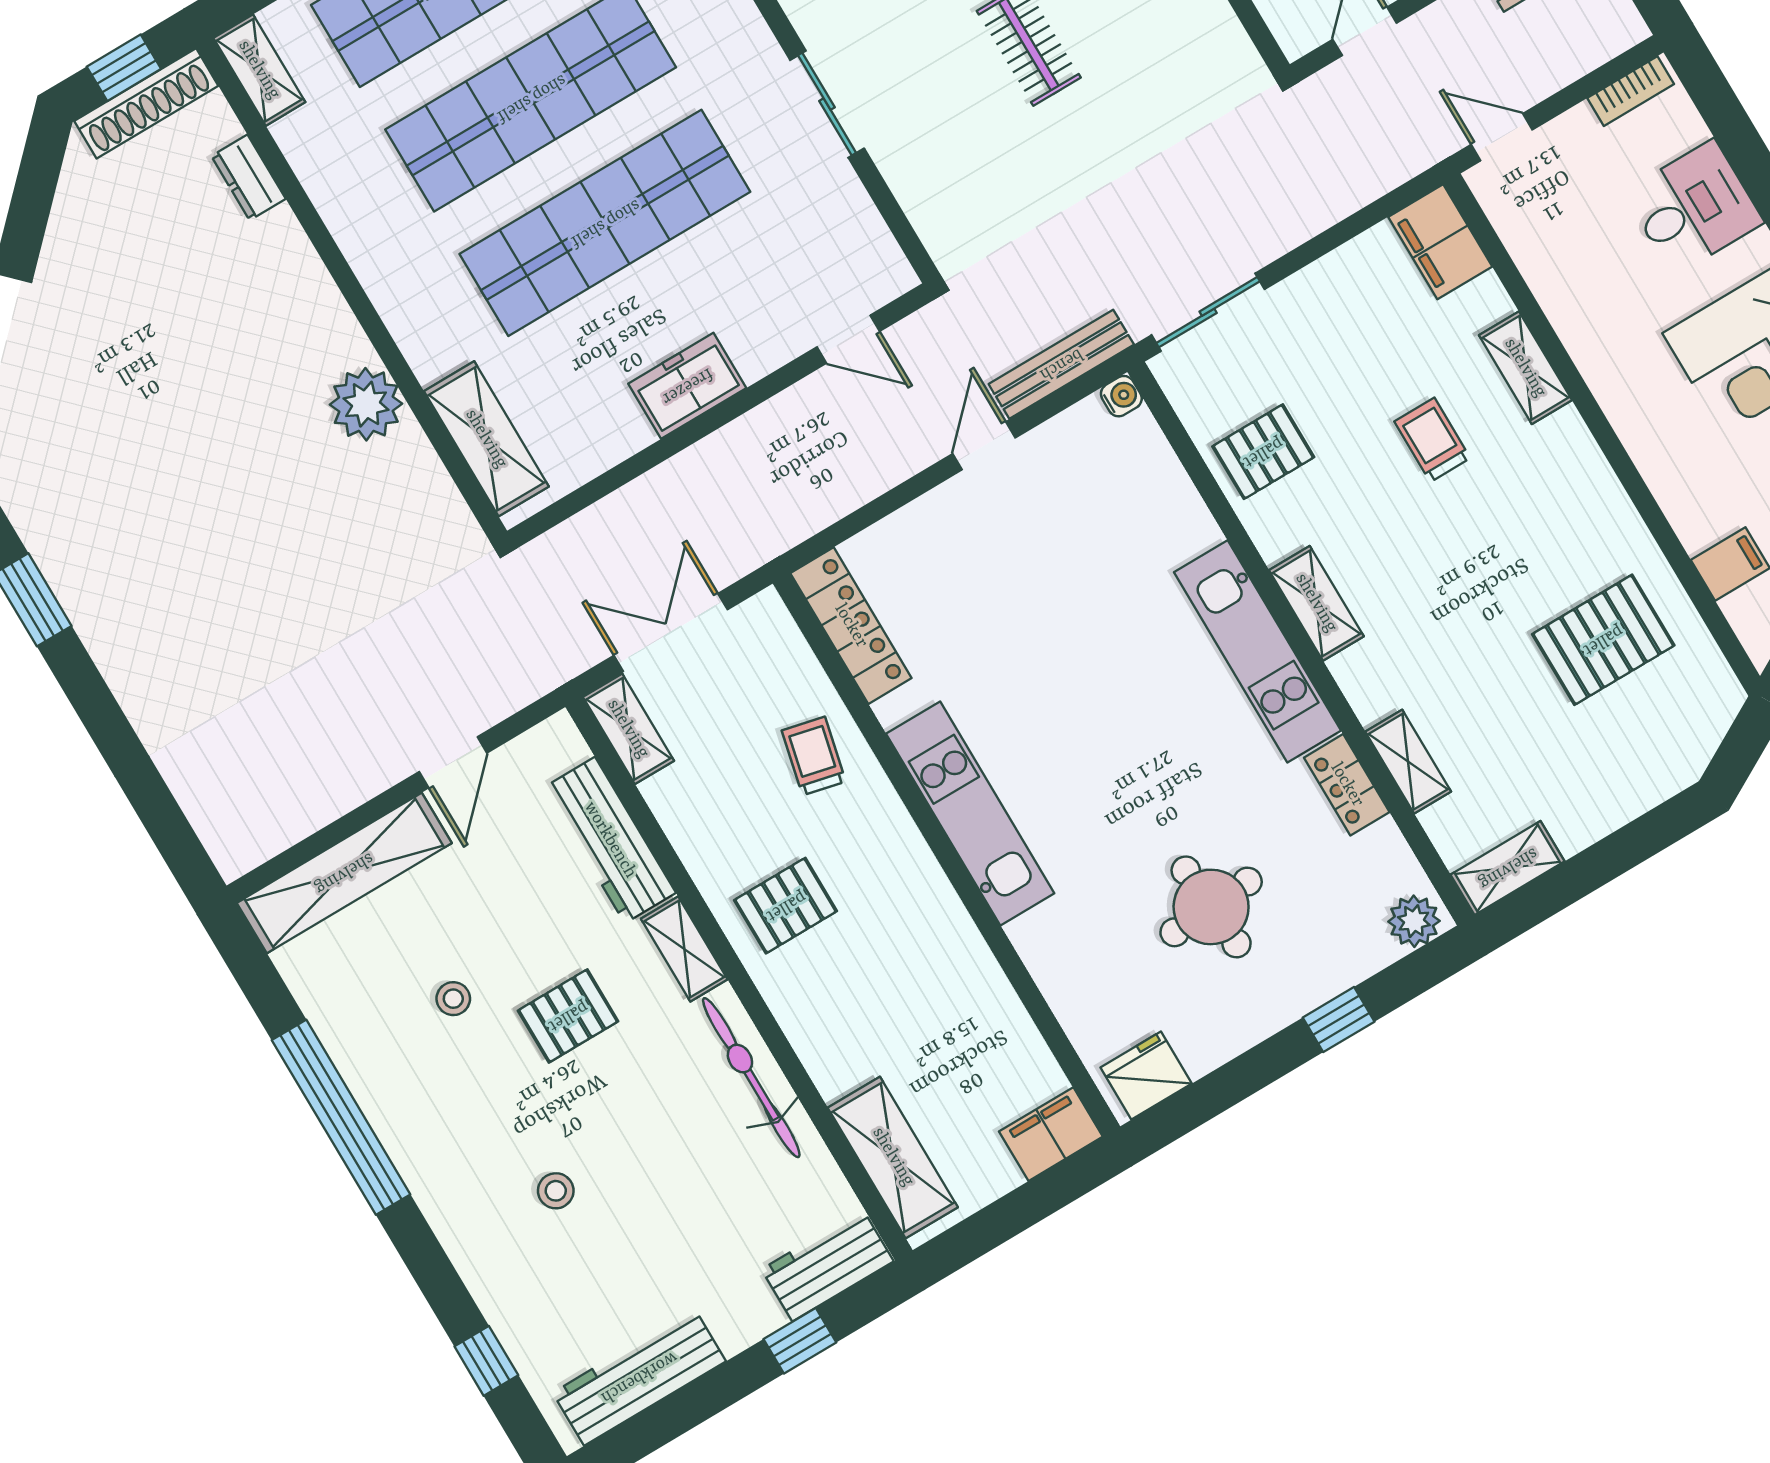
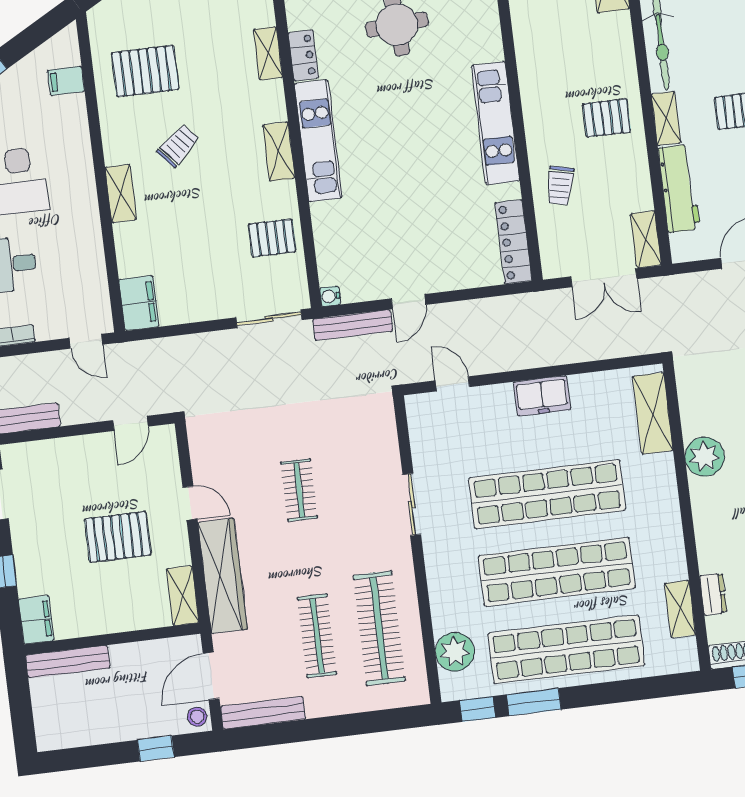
shelving: (259, 70) -> (680, 609), moved
shelving: (1525, 368) -> (121, 193), moved
trolley: (1432, 440) -> (178, 146), moved, turned -131

